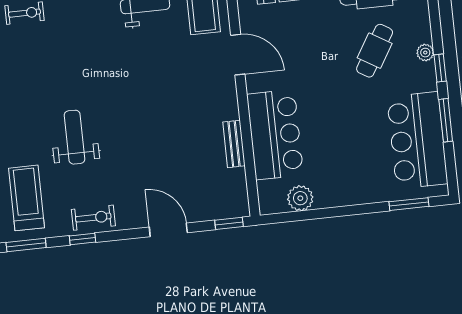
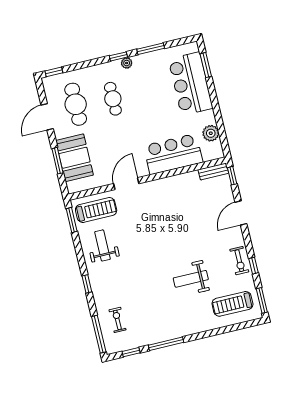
cafe table: (375, 51) -> (113, 99), turned 59
plant: (425, 53) -> (127, 63), moved
bar counter: (417, 140) -> (191, 84), moved, turned 90
bench: (234, 144) -> (213, 171), moved
exercise bike: (93, 218) -> (239, 261), turned 180

